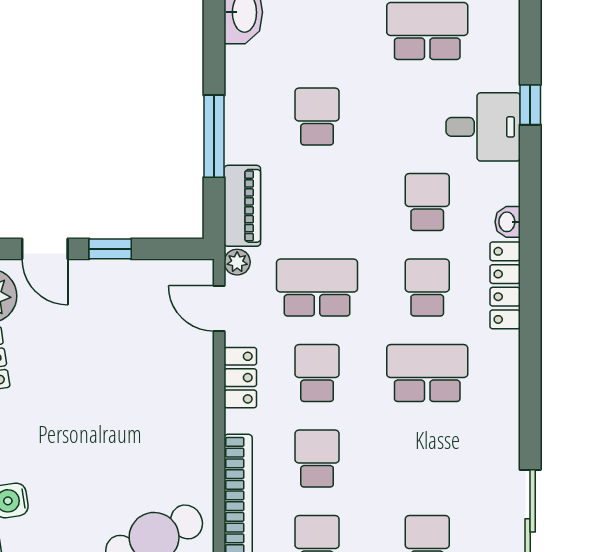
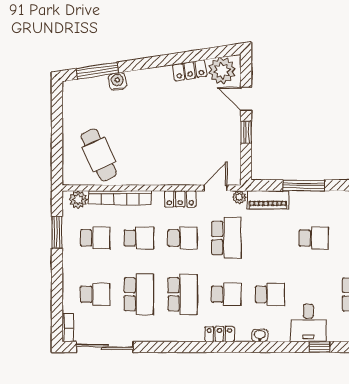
door: (45, 249) -> (246, 99), hinge flipped
locker: (505, 285) -> (219, 334), width x0.66
school desk: (427, 459) -> (139, 294), added

